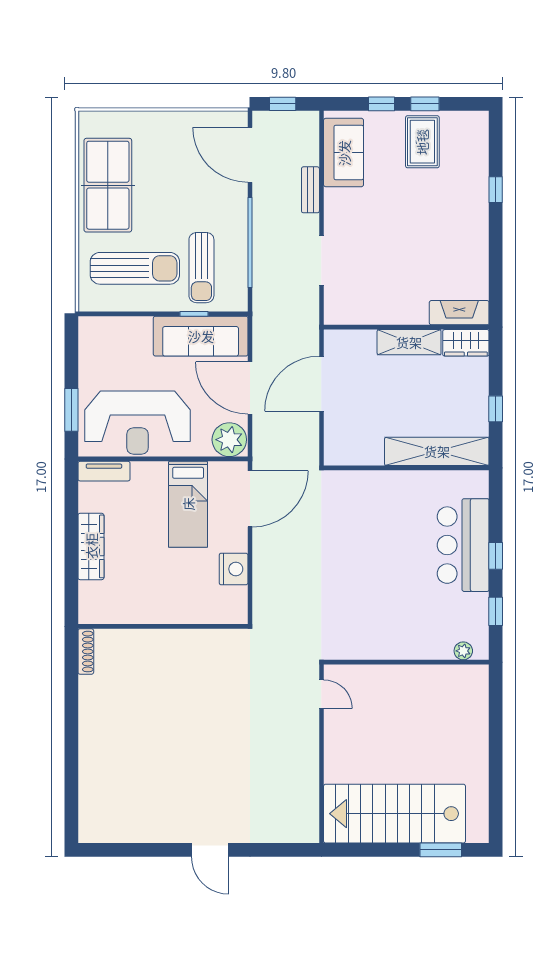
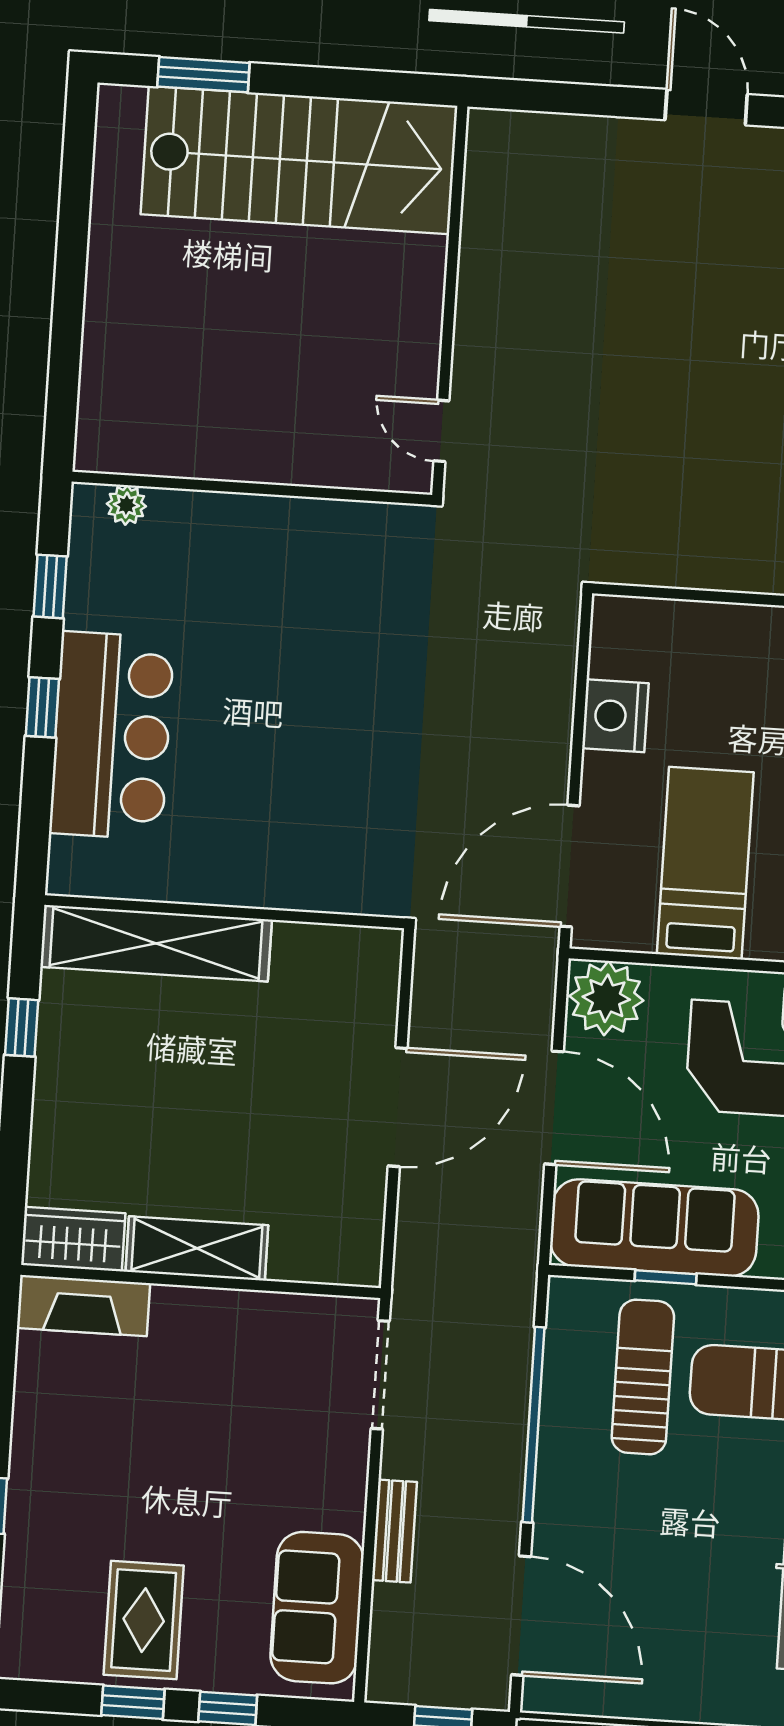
fireplace: (459, 313) -> (83, 1306), moved
wall: (406, 327) -> (201, 1281), moved
shelving: (409, 342) -> (197, 1248), moved
wardrobe: (466, 343) -> (73, 1239), moved

